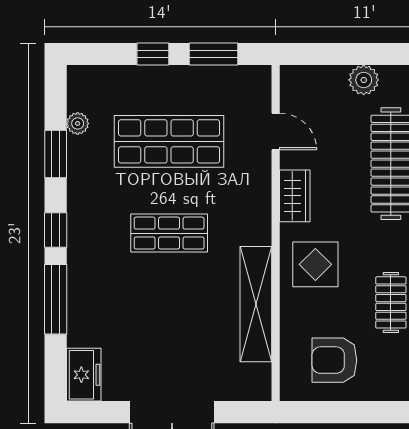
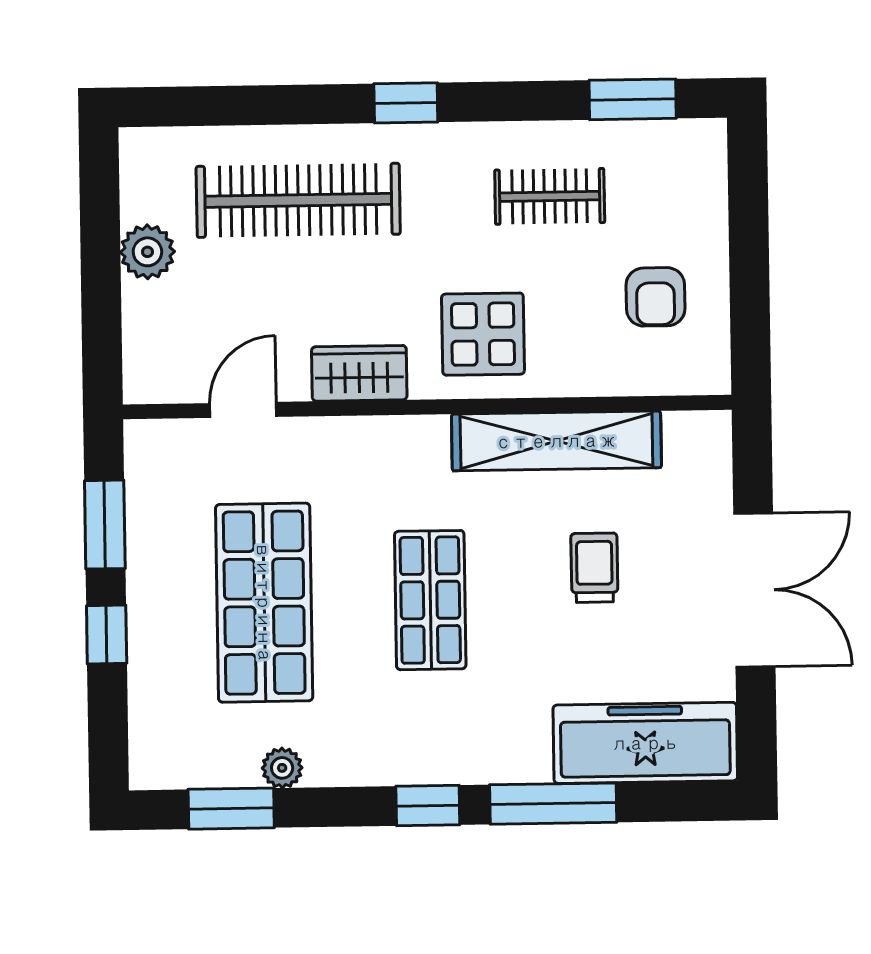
plant: (78, 123) -> (282, 768), moved
window: (56, 154) -> (231, 809), moved
trolley: (185, 324) -> (594, 568), added
armchair: (334, 360) -> (656, 297), width x0.72, depth x0.72
freezer: (84, 375) -> (645, 743), width x1.91, depth x1.26

